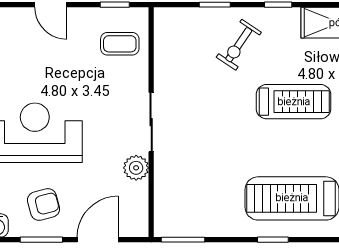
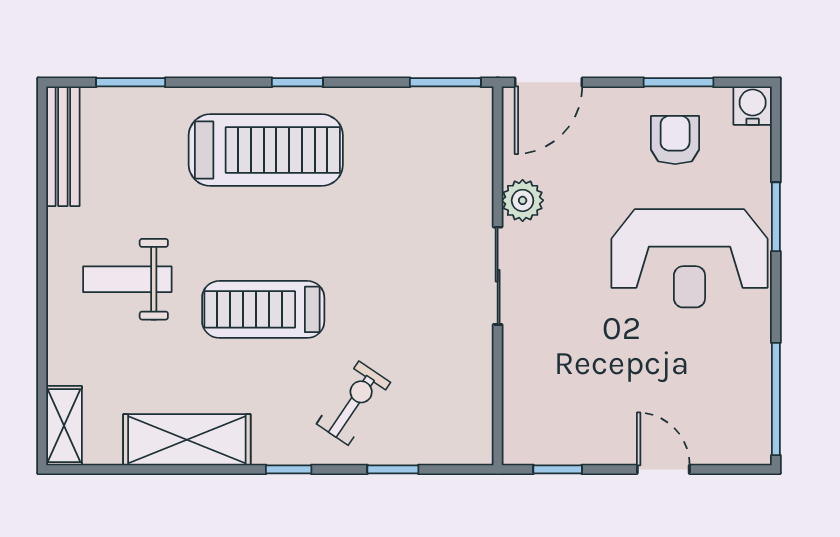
coffee table: (120, 44) -> (549, 405), removed
armchair: (44, 205) -> (675, 140), turned 105
door: (98, 240) -> (548, 82), moved

